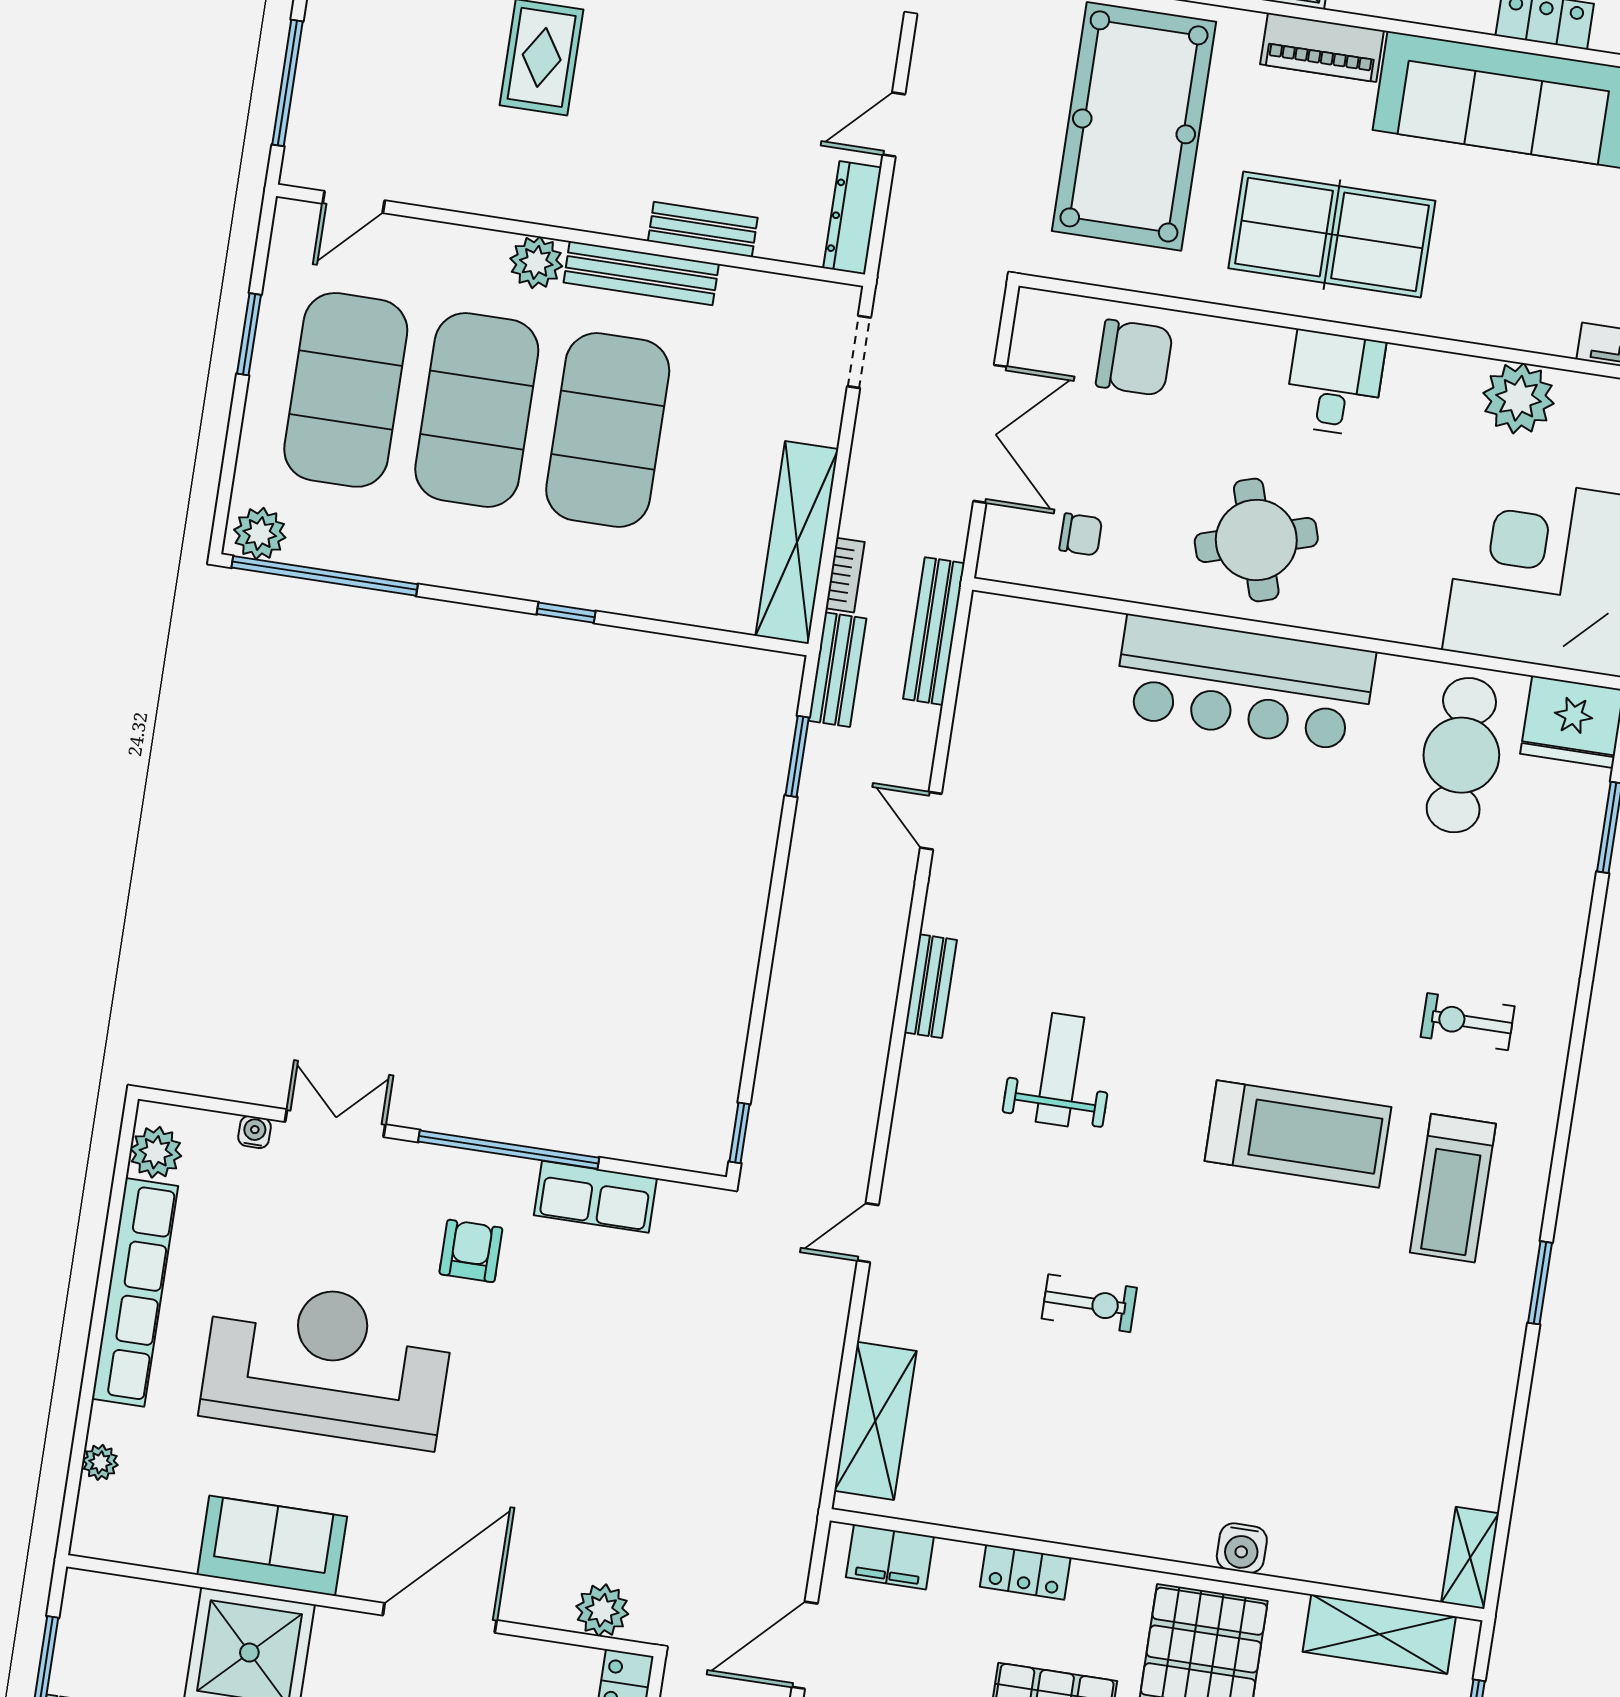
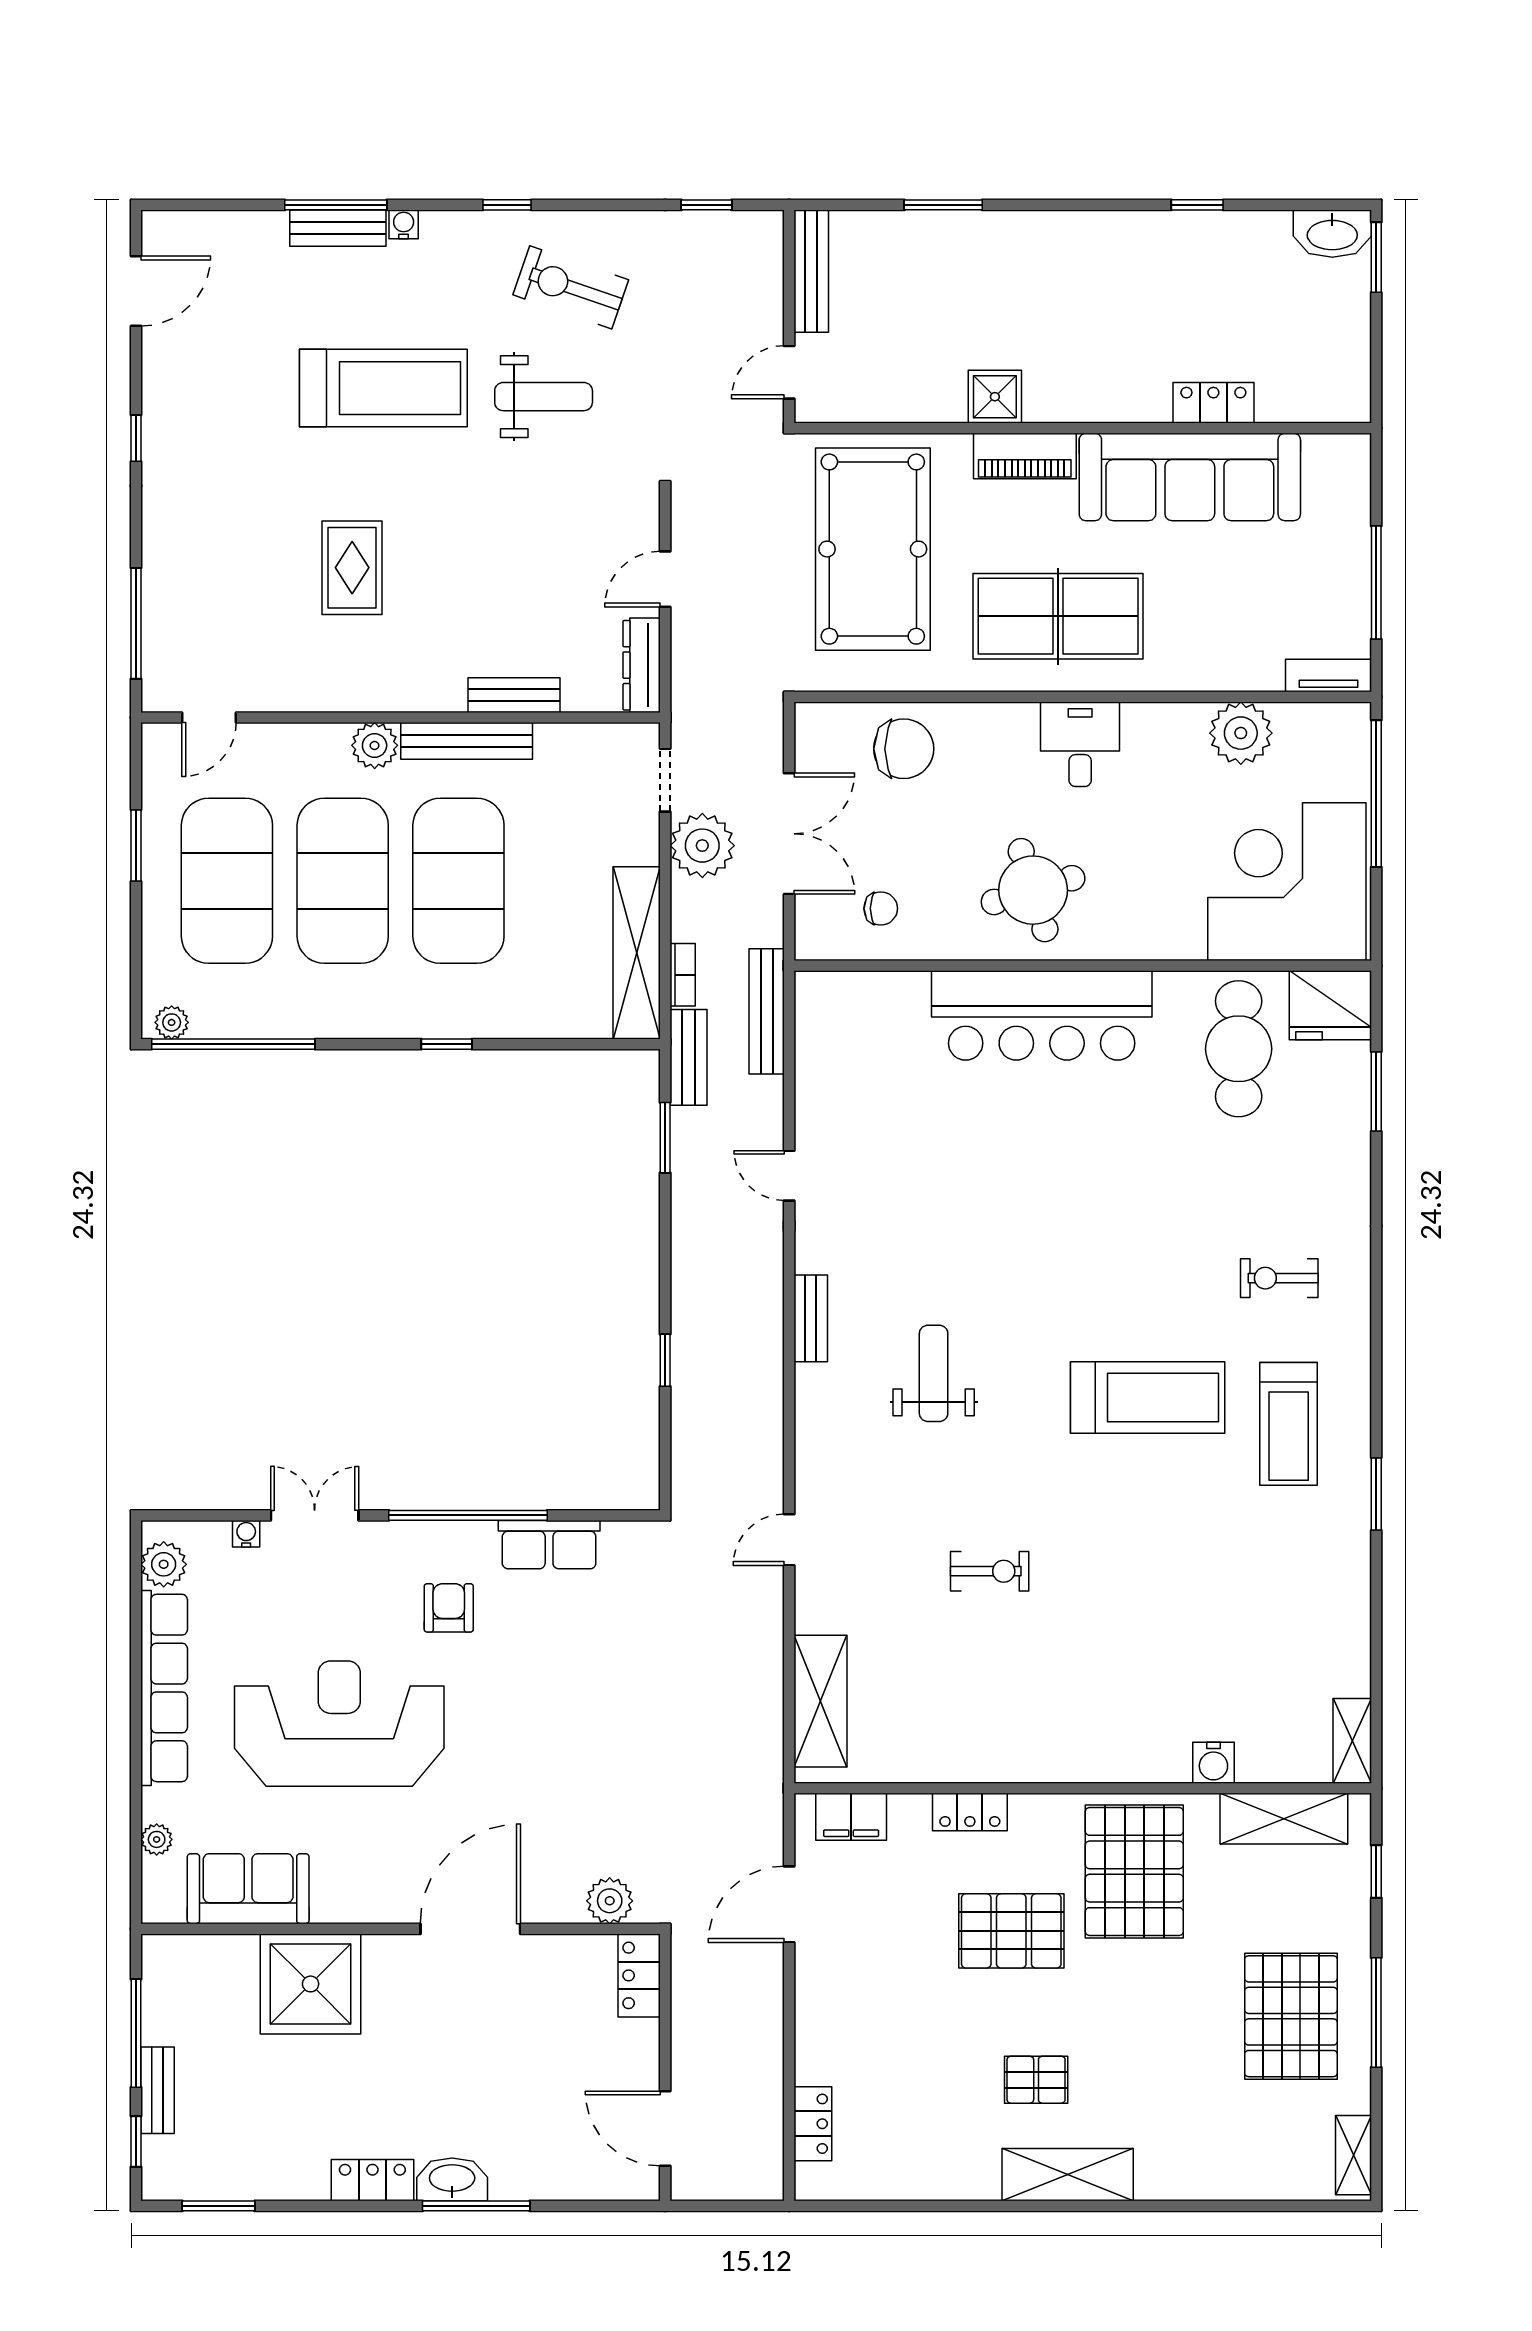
plant: (890, 432) -> (702, 846), added
plant: (260, 534) -> (172, 1022), width x0.73, depth x0.73
window: (740, 1133) -> (665, 1360), moved
sofa: (272, 1546) -> (248, 1889), moved
water cooler: (1242, 1548) -> (1213, 1763), moved

